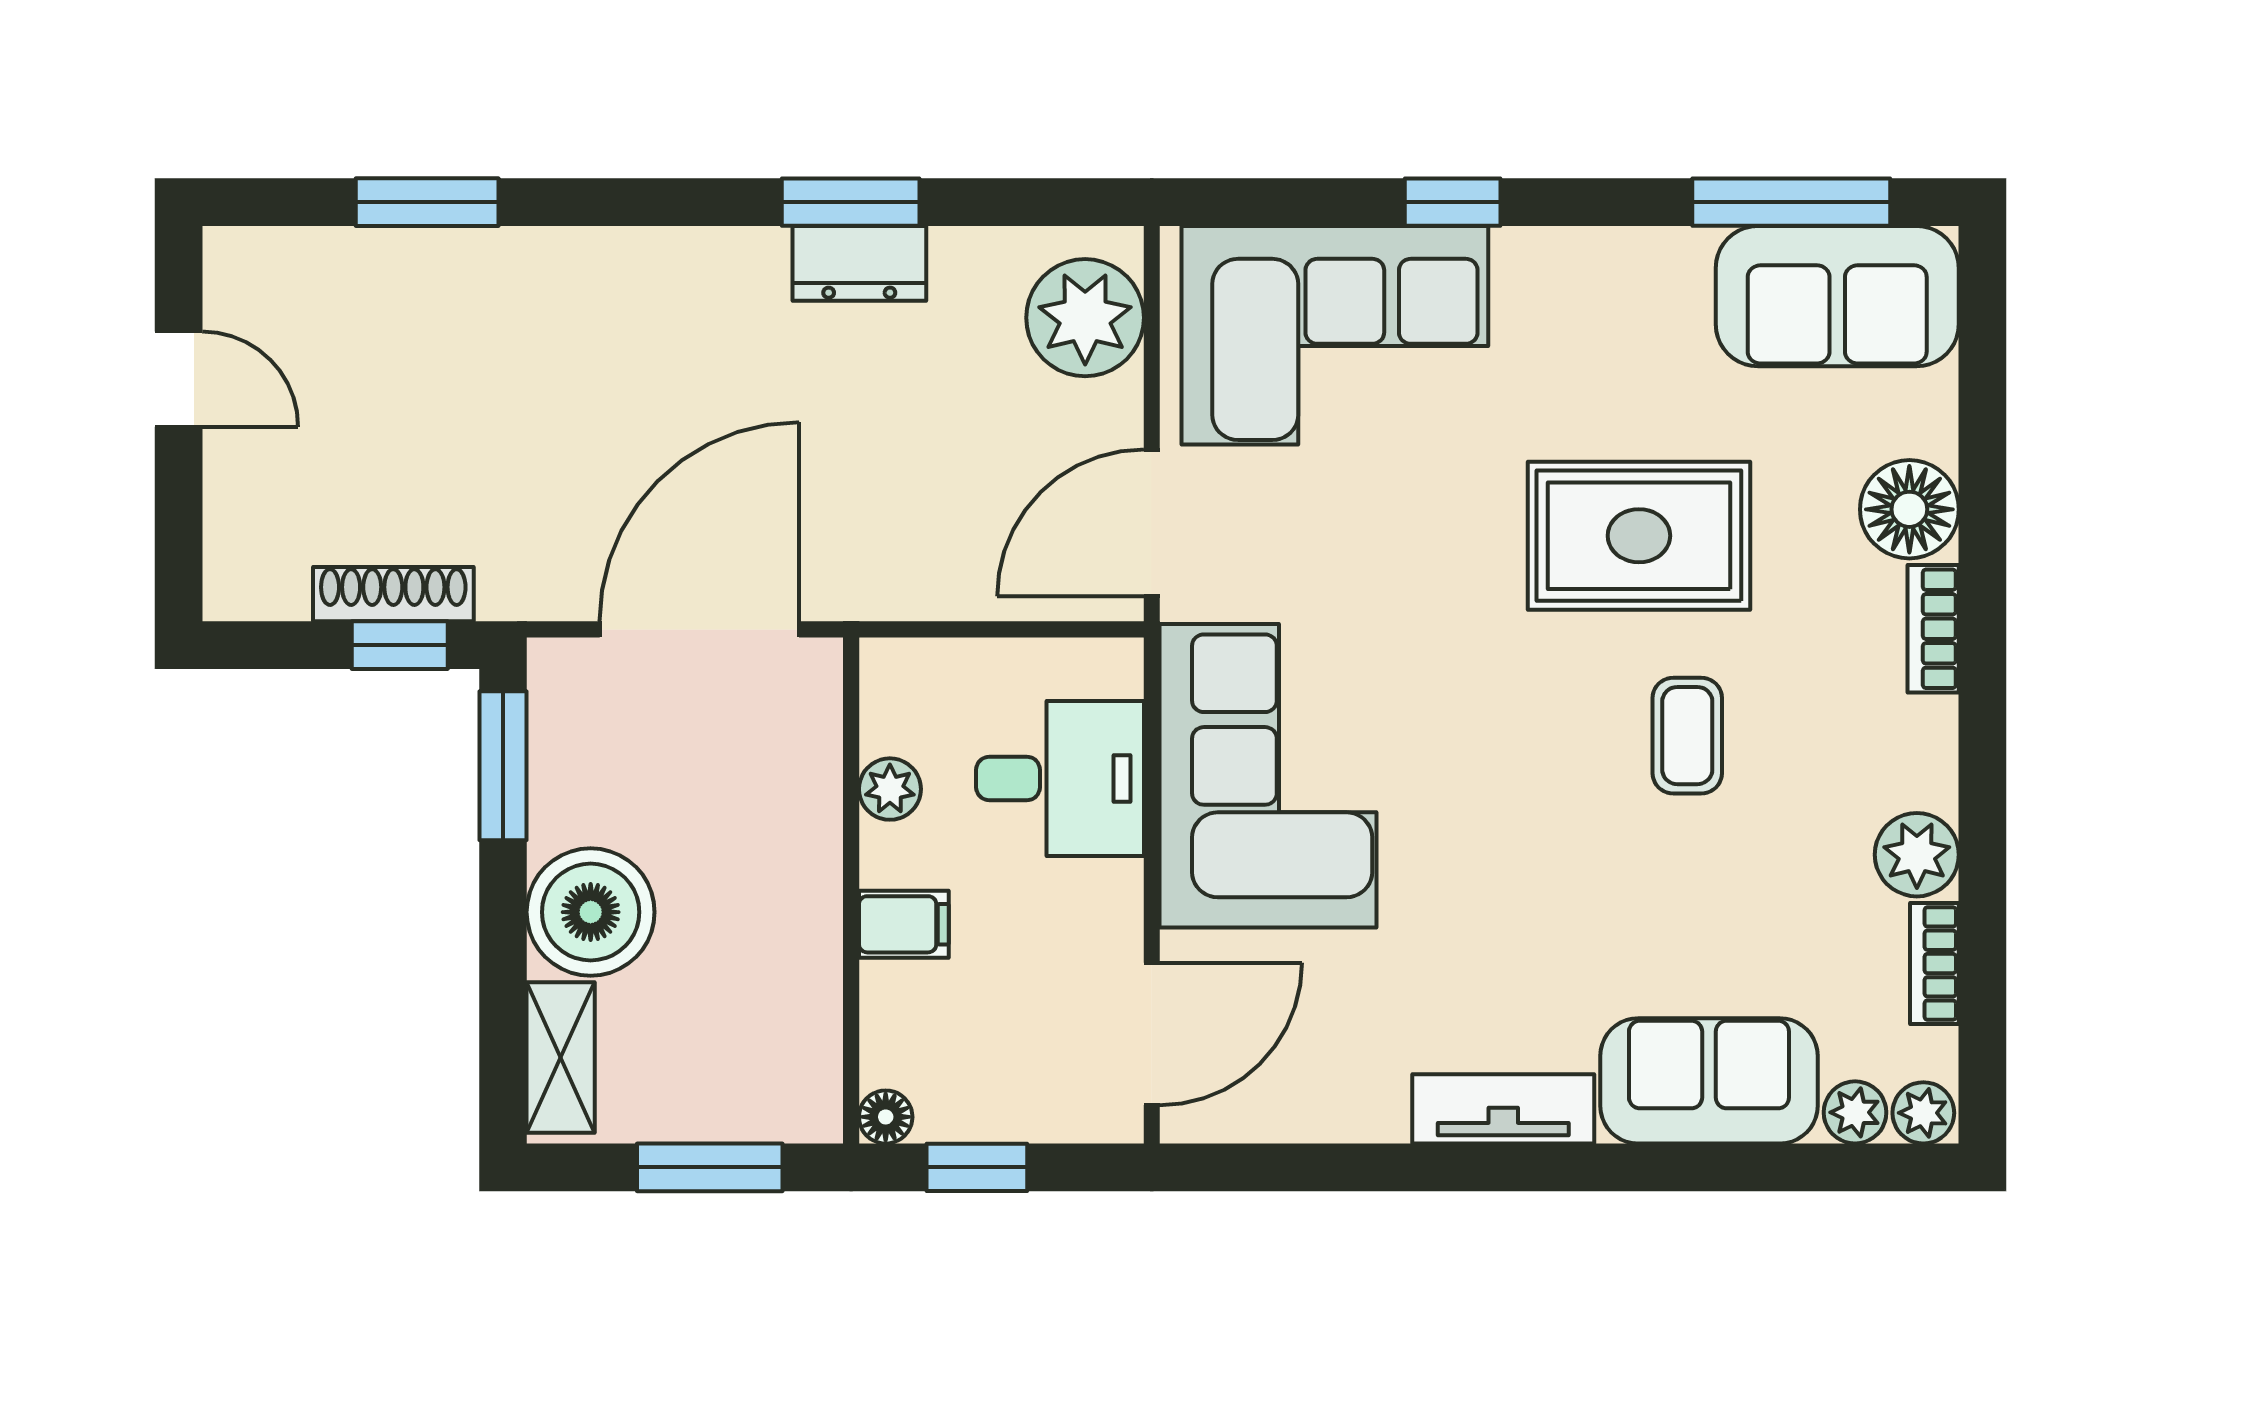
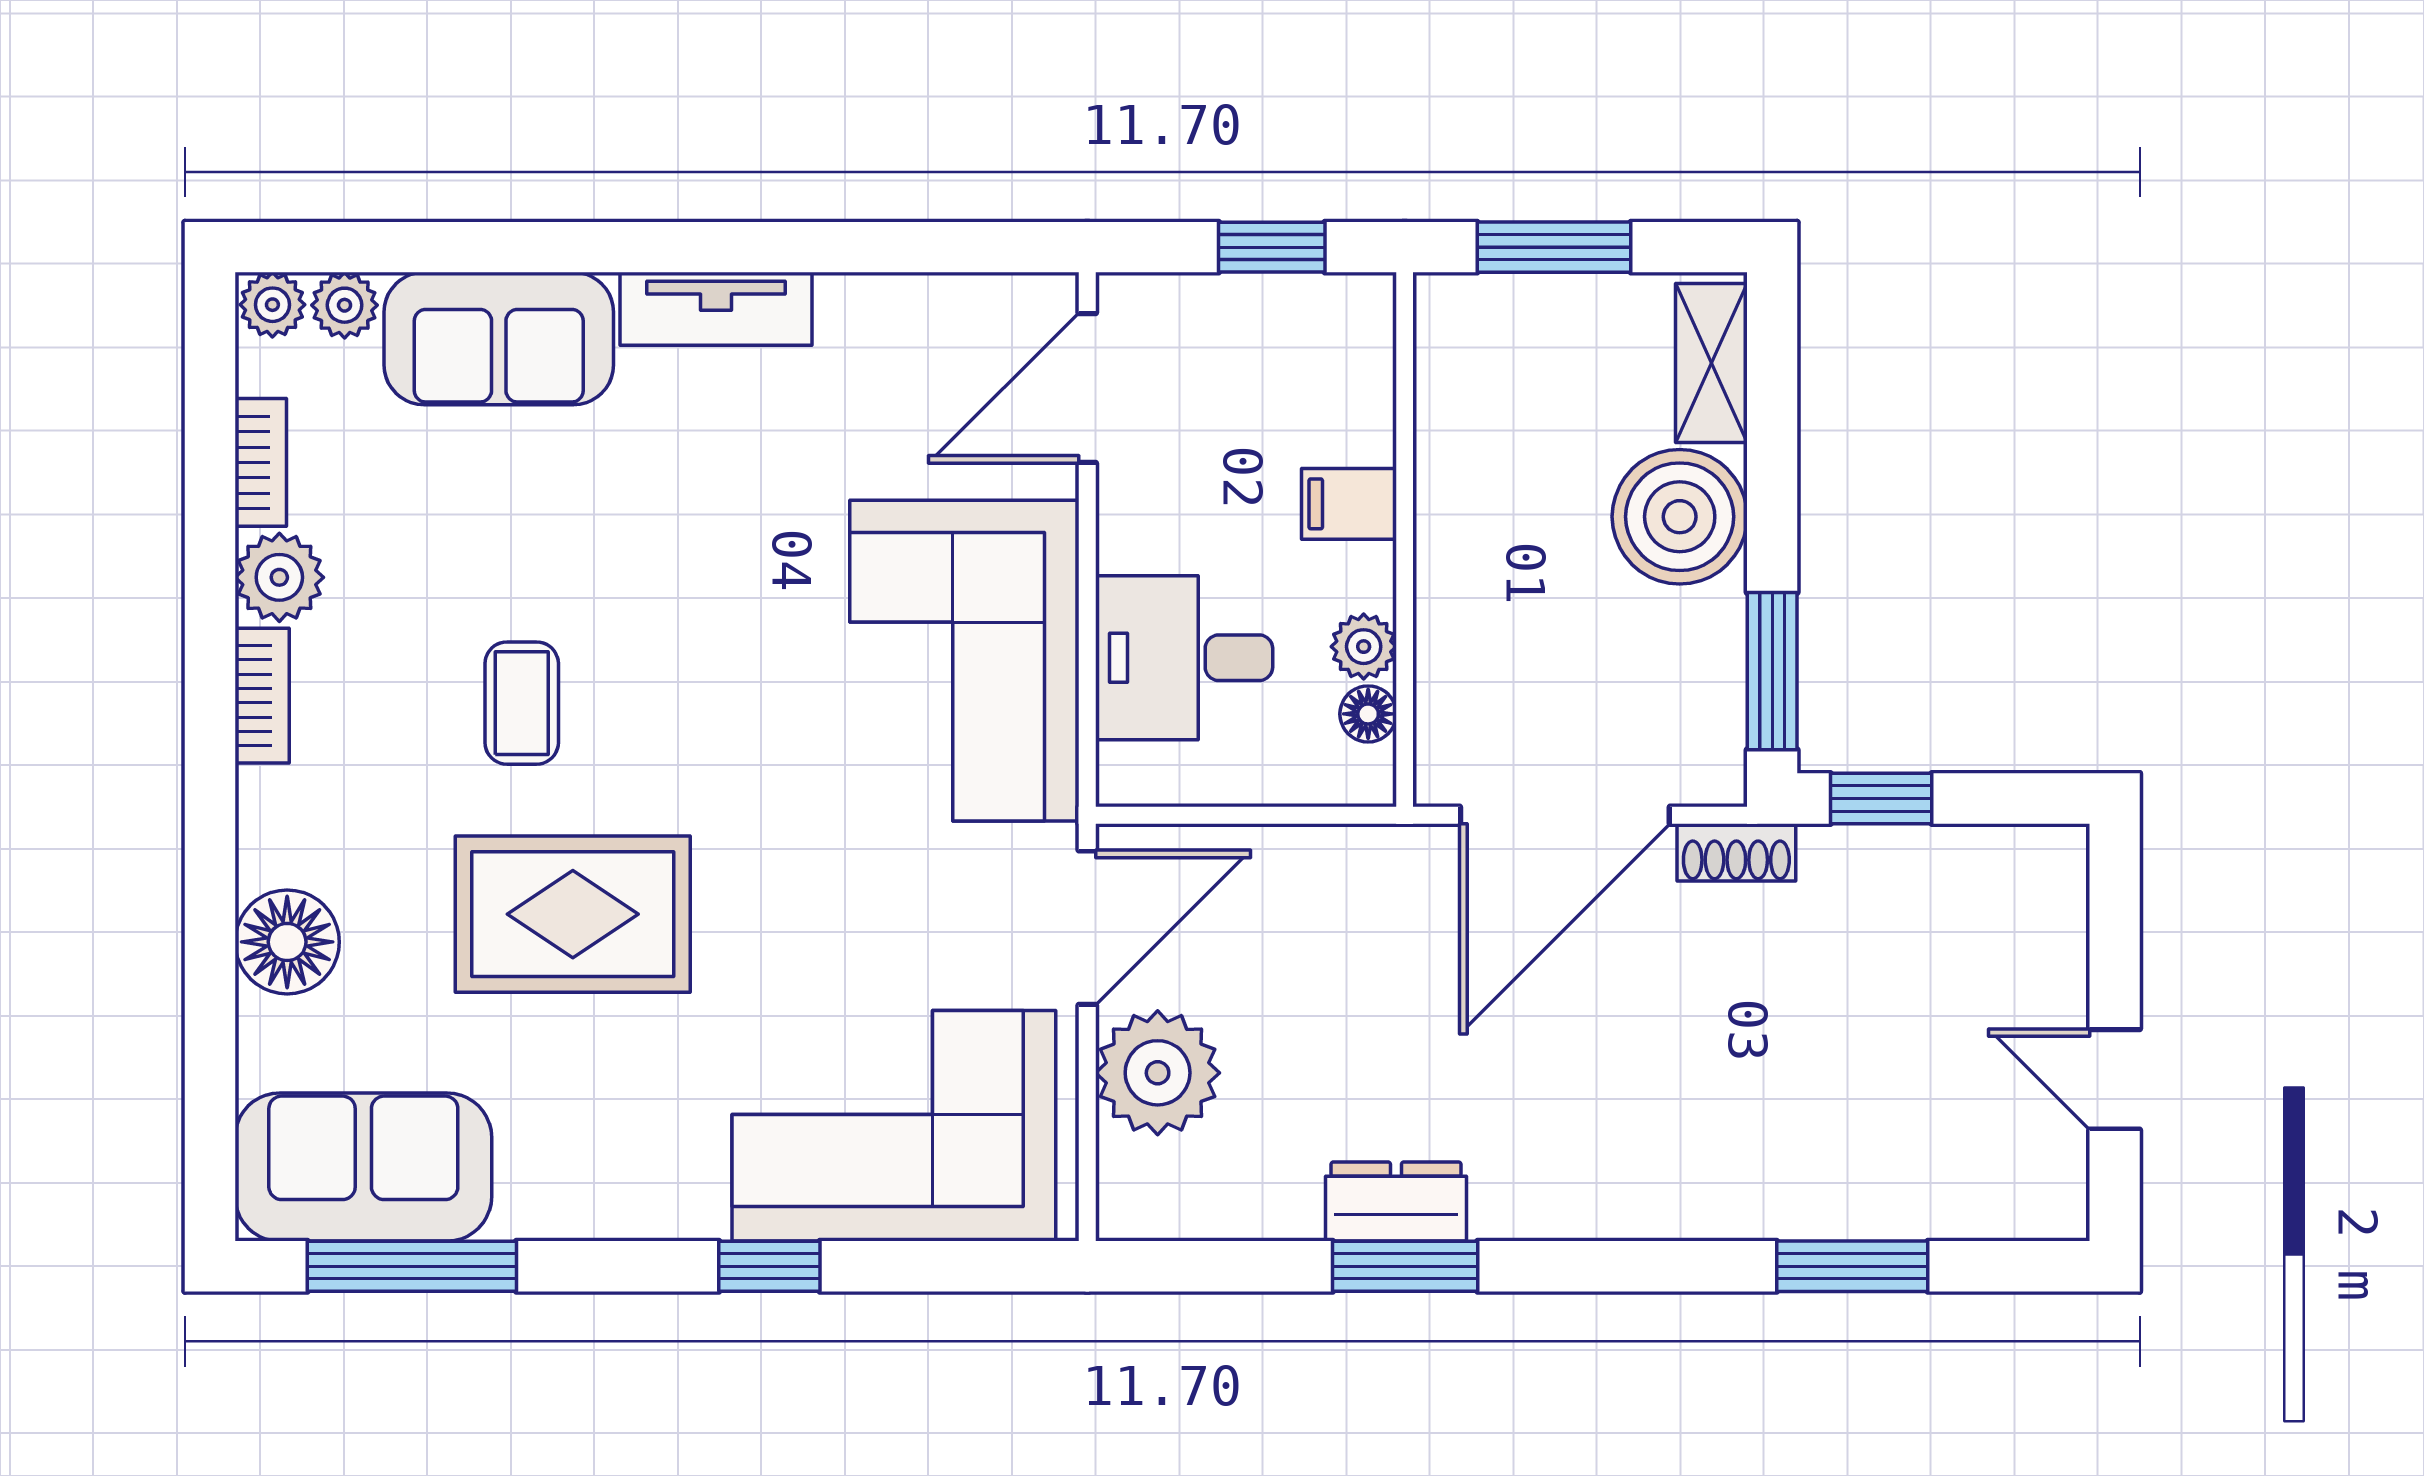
plant: (1085, 318) -> (1158, 1073), moved
shoe rack: (393, 594) -> (1736, 852), moved, width x0.70
bookcase: (1933, 629) -> (262, 696), moved
floor lamp: (886, 1117) -> (1368, 714), moved

